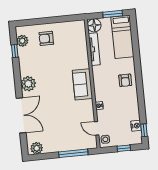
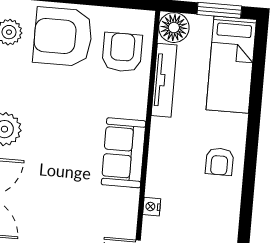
armchair: (46, 38) -> (63, 37), width x1.88, depth x1.88
armchair: (74, 40) -> (122, 52), added

